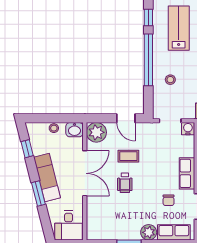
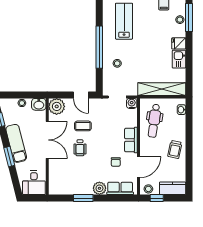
window: (148, 18) -> (99, 12), removed

